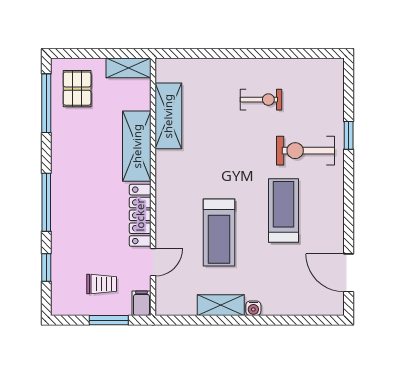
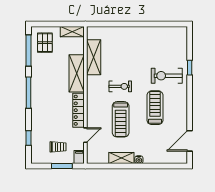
exercise bike: (261, 100) -> (120, 86), moved
window: (46, 202) -> (29, 93), moved
door: (349, 273) -> (190, 141), hinge flipped

